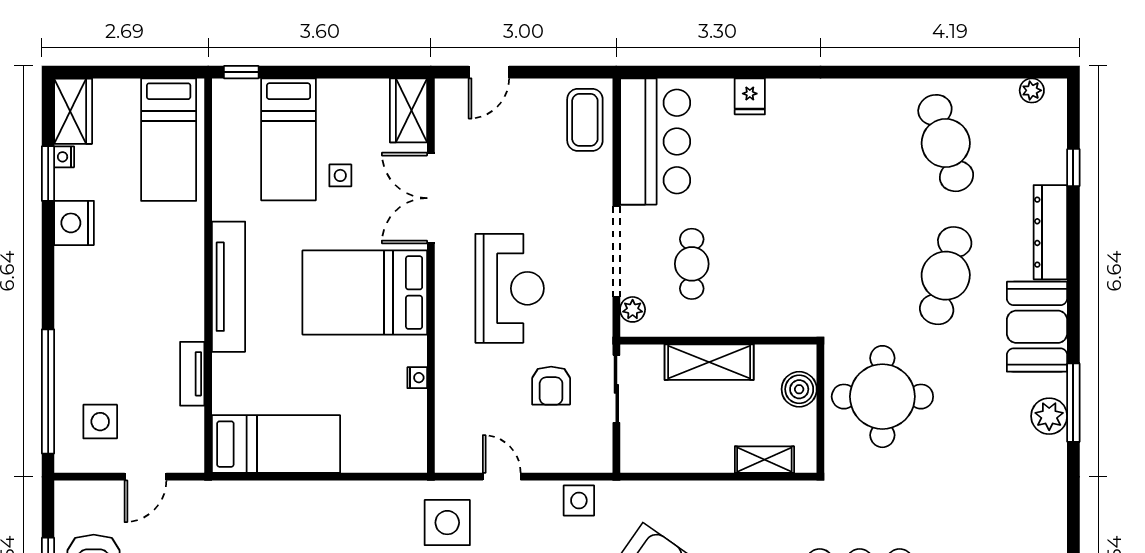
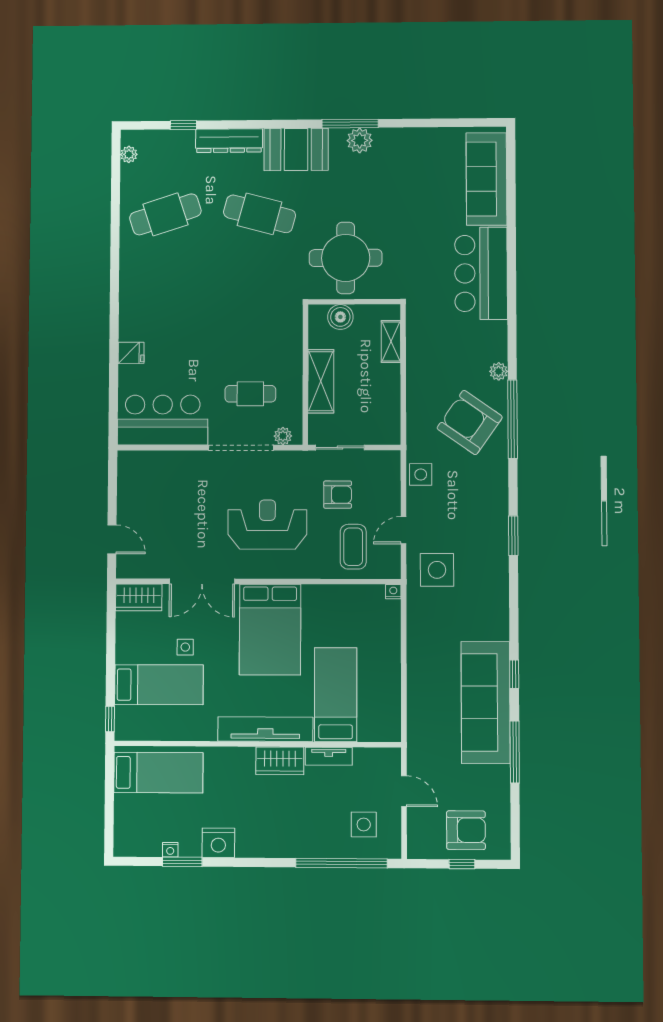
wardrobe: (73, 111) -> (280, 761), moved, turned 180
coffee table: (585, 120) -> (353, 547), moved, turned 90
nightstand: (417, 378) -> (393, 592), moved
bed: (276, 444) -> (336, 695), moved

